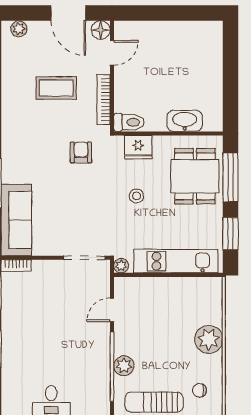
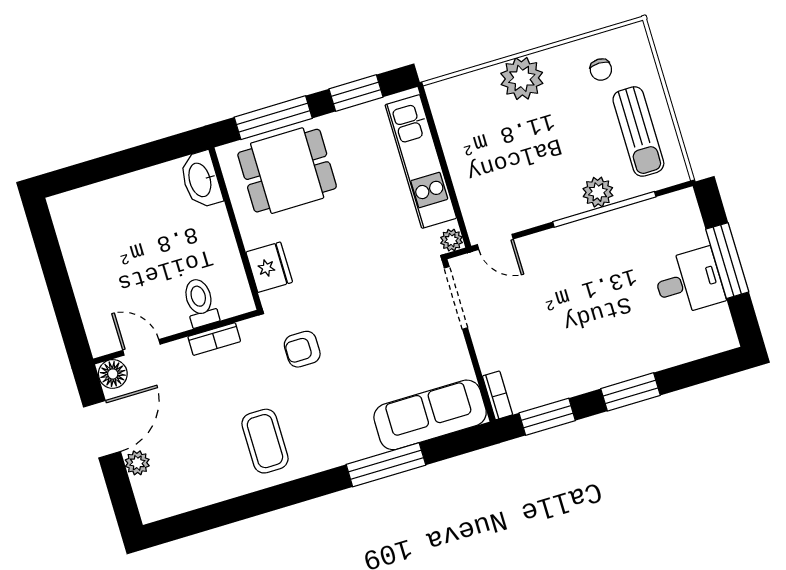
plant: (19, 29) -> (137, 463), moved
coffee table: (56, 88) -> (265, 441), moved
bookcase: (104, 100) -> (214, 339), width x0.64
washbasin: (185, 121) -> (201, 180), moved
toilet: (129, 122) -> (200, 302), moved
stool: (136, 196) -> (342, 248), removed
door: (112, 310) -> (495, 242), moved

